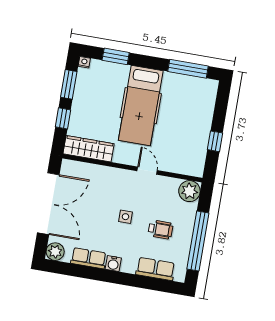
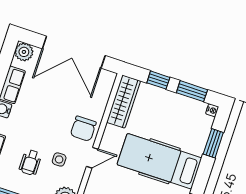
chair: (120, 184) -> (83, 129), added
side table: (125, 217) -> (59, 159), moved

